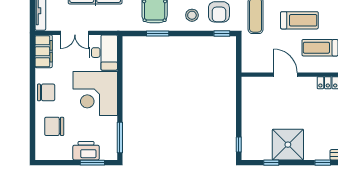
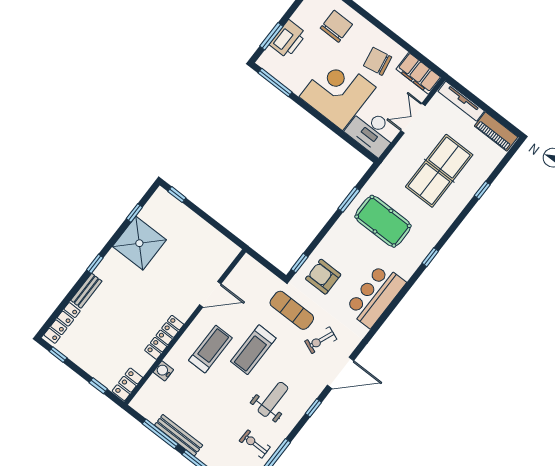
stool: (192, 15) -> (341, 248), removed
chair: (46, 92) -> (378, 61), moved, turned 80

